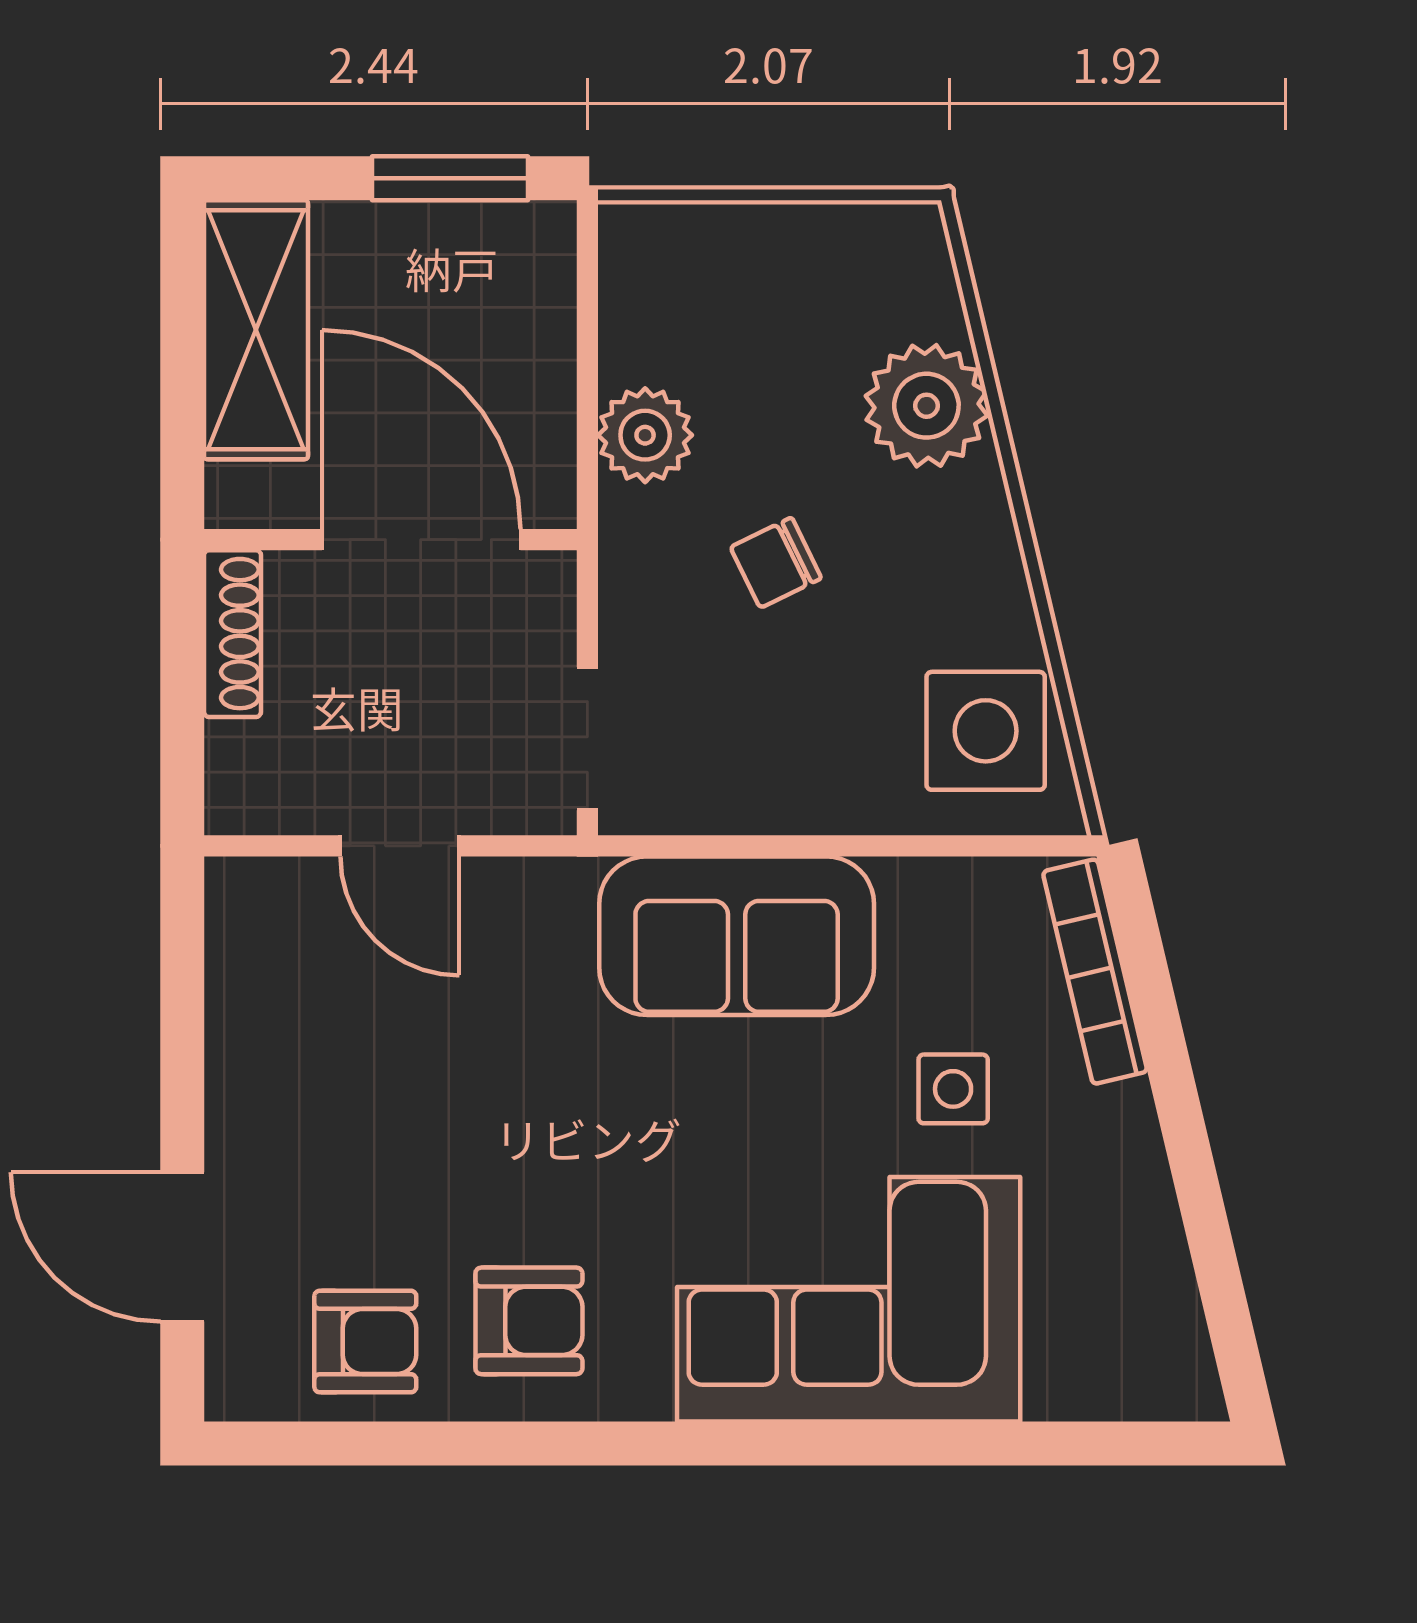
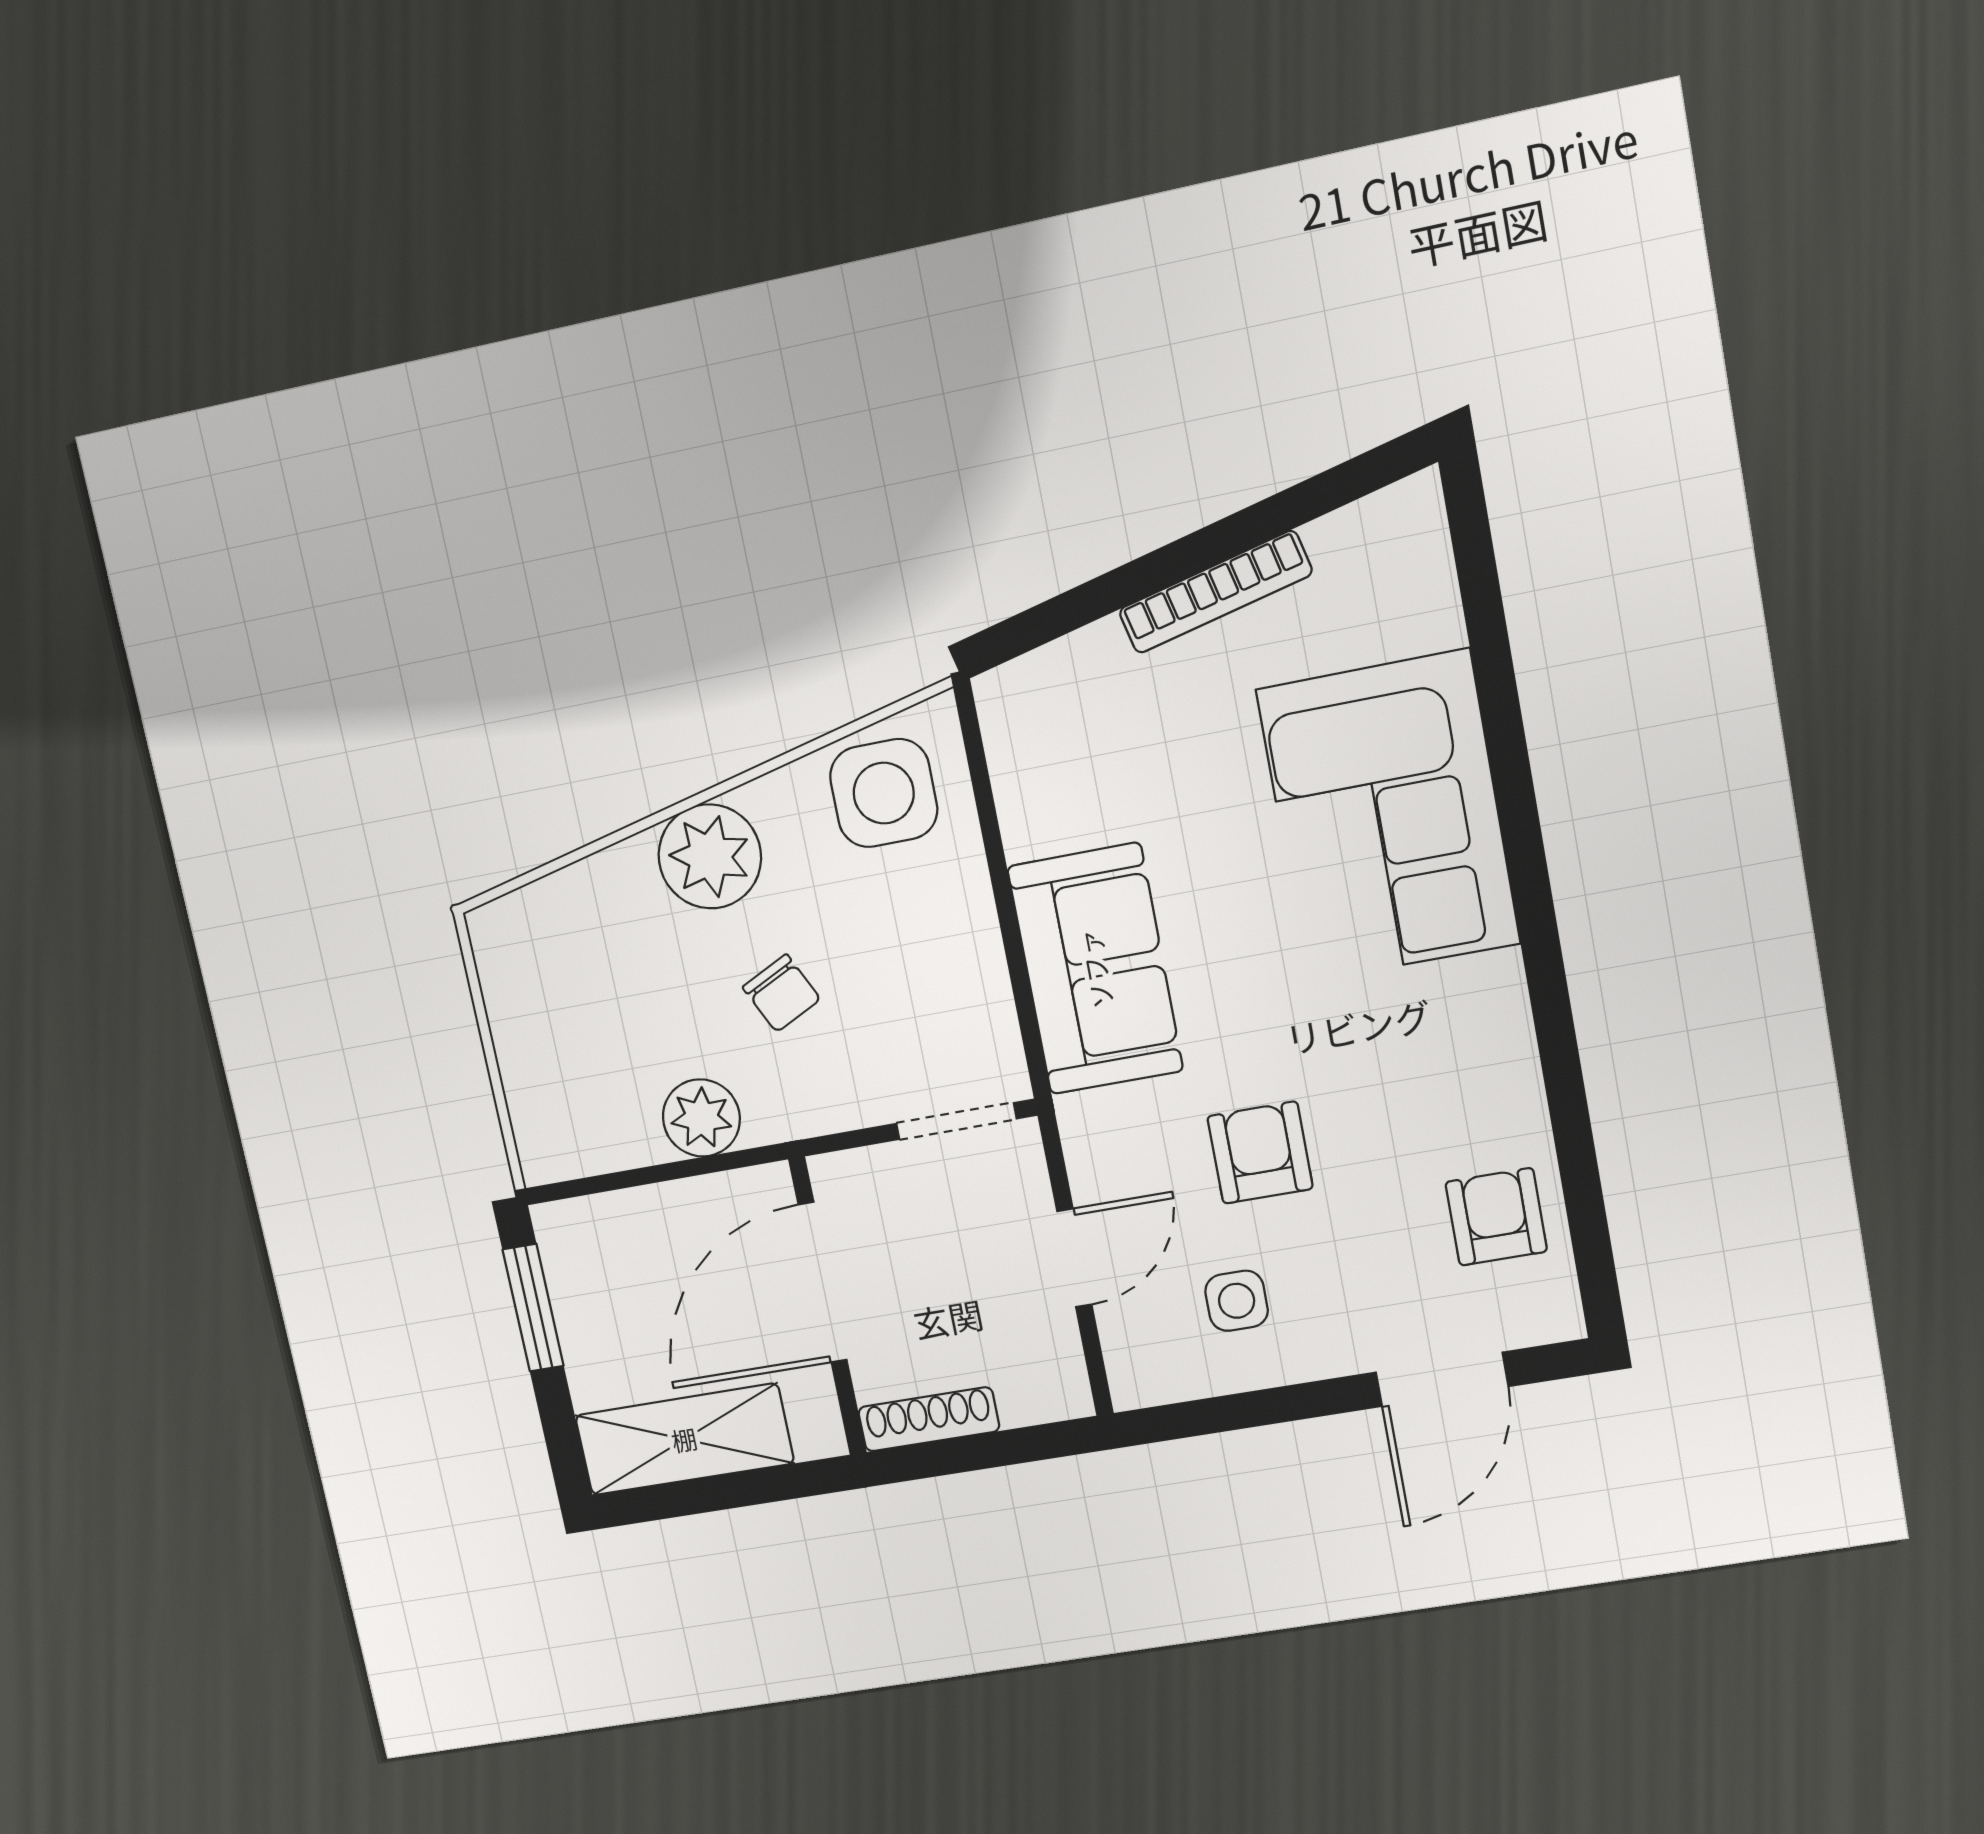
plant: (926, 406) -> (710, 856), moved
bookcase: (1095, 972) -> (1215, 592), moved
side table: (953, 1089) -> (1237, 1301), moved
armchair: (529, 1321) -> (1260, 1153), moved

